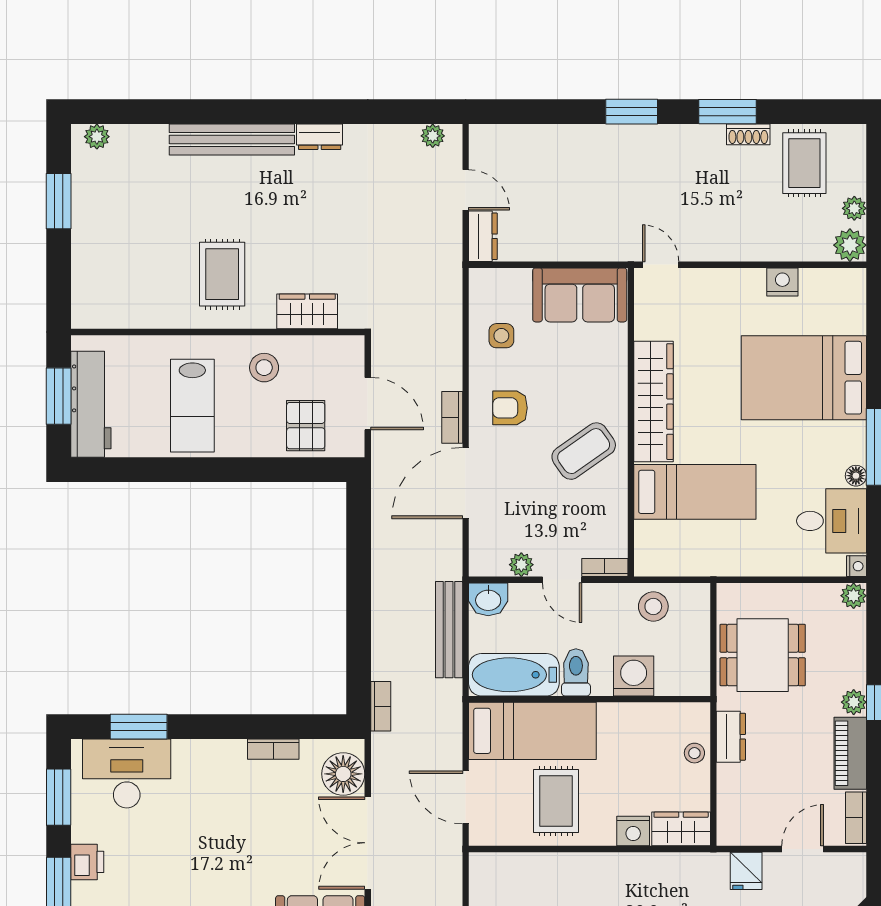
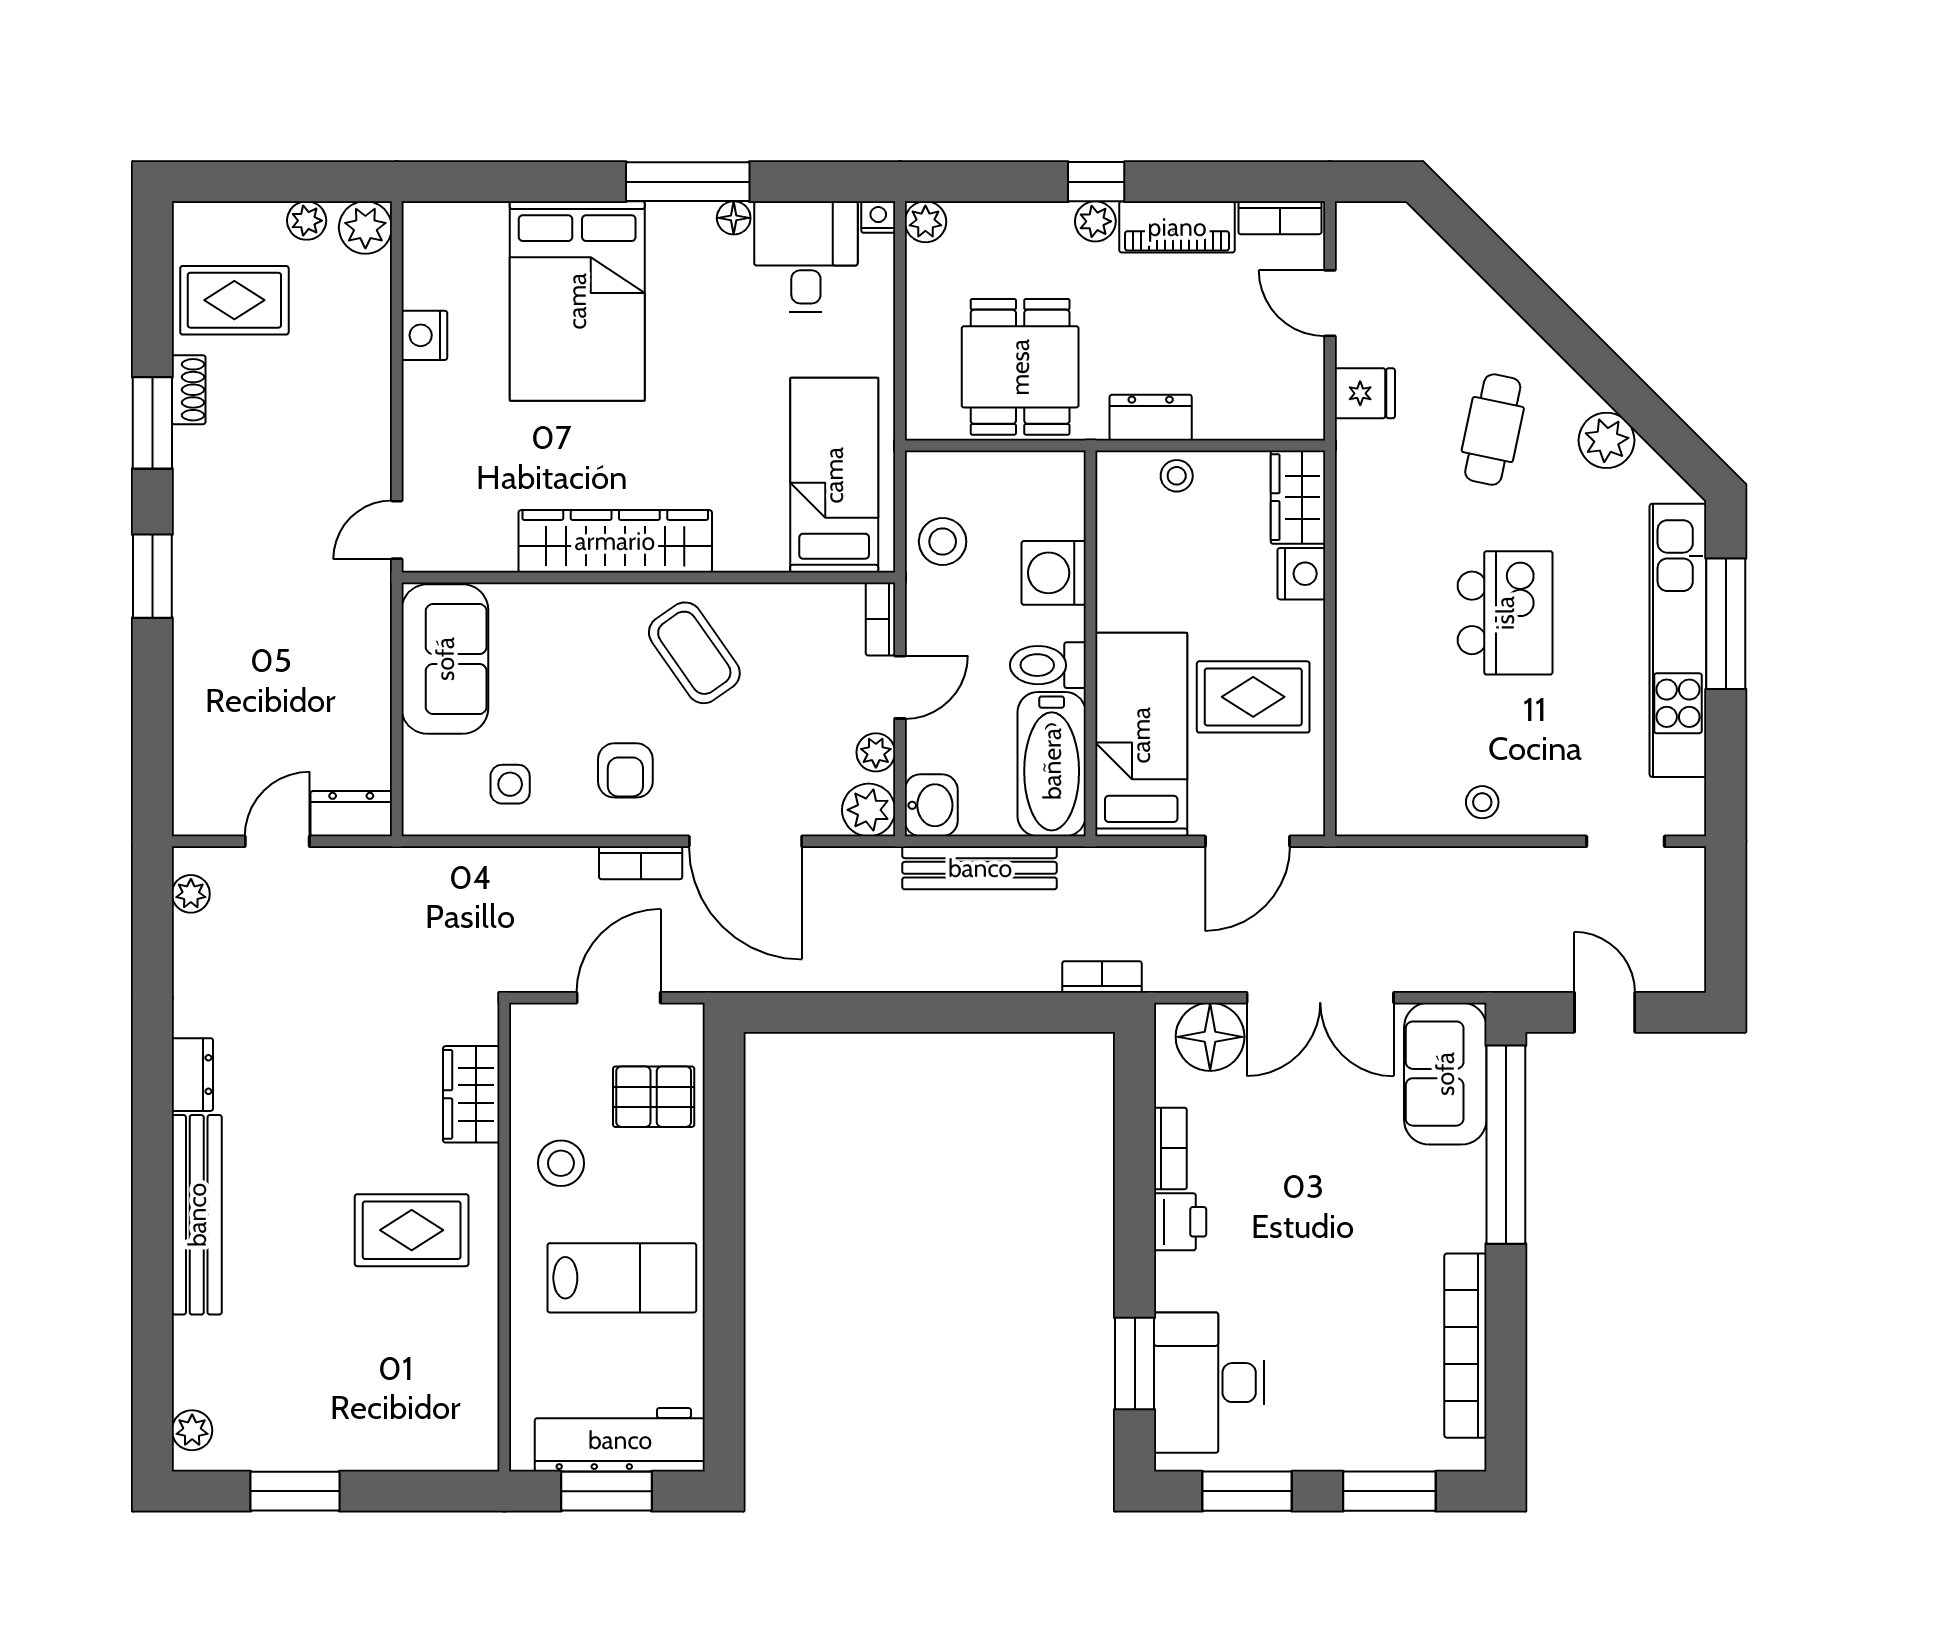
bed: (695, 492) -> (834, 475), moved
plant: (485, 560) -> (869, 810), added
printer: (87, 862) -> (1180, 1222), moved, turned 90

